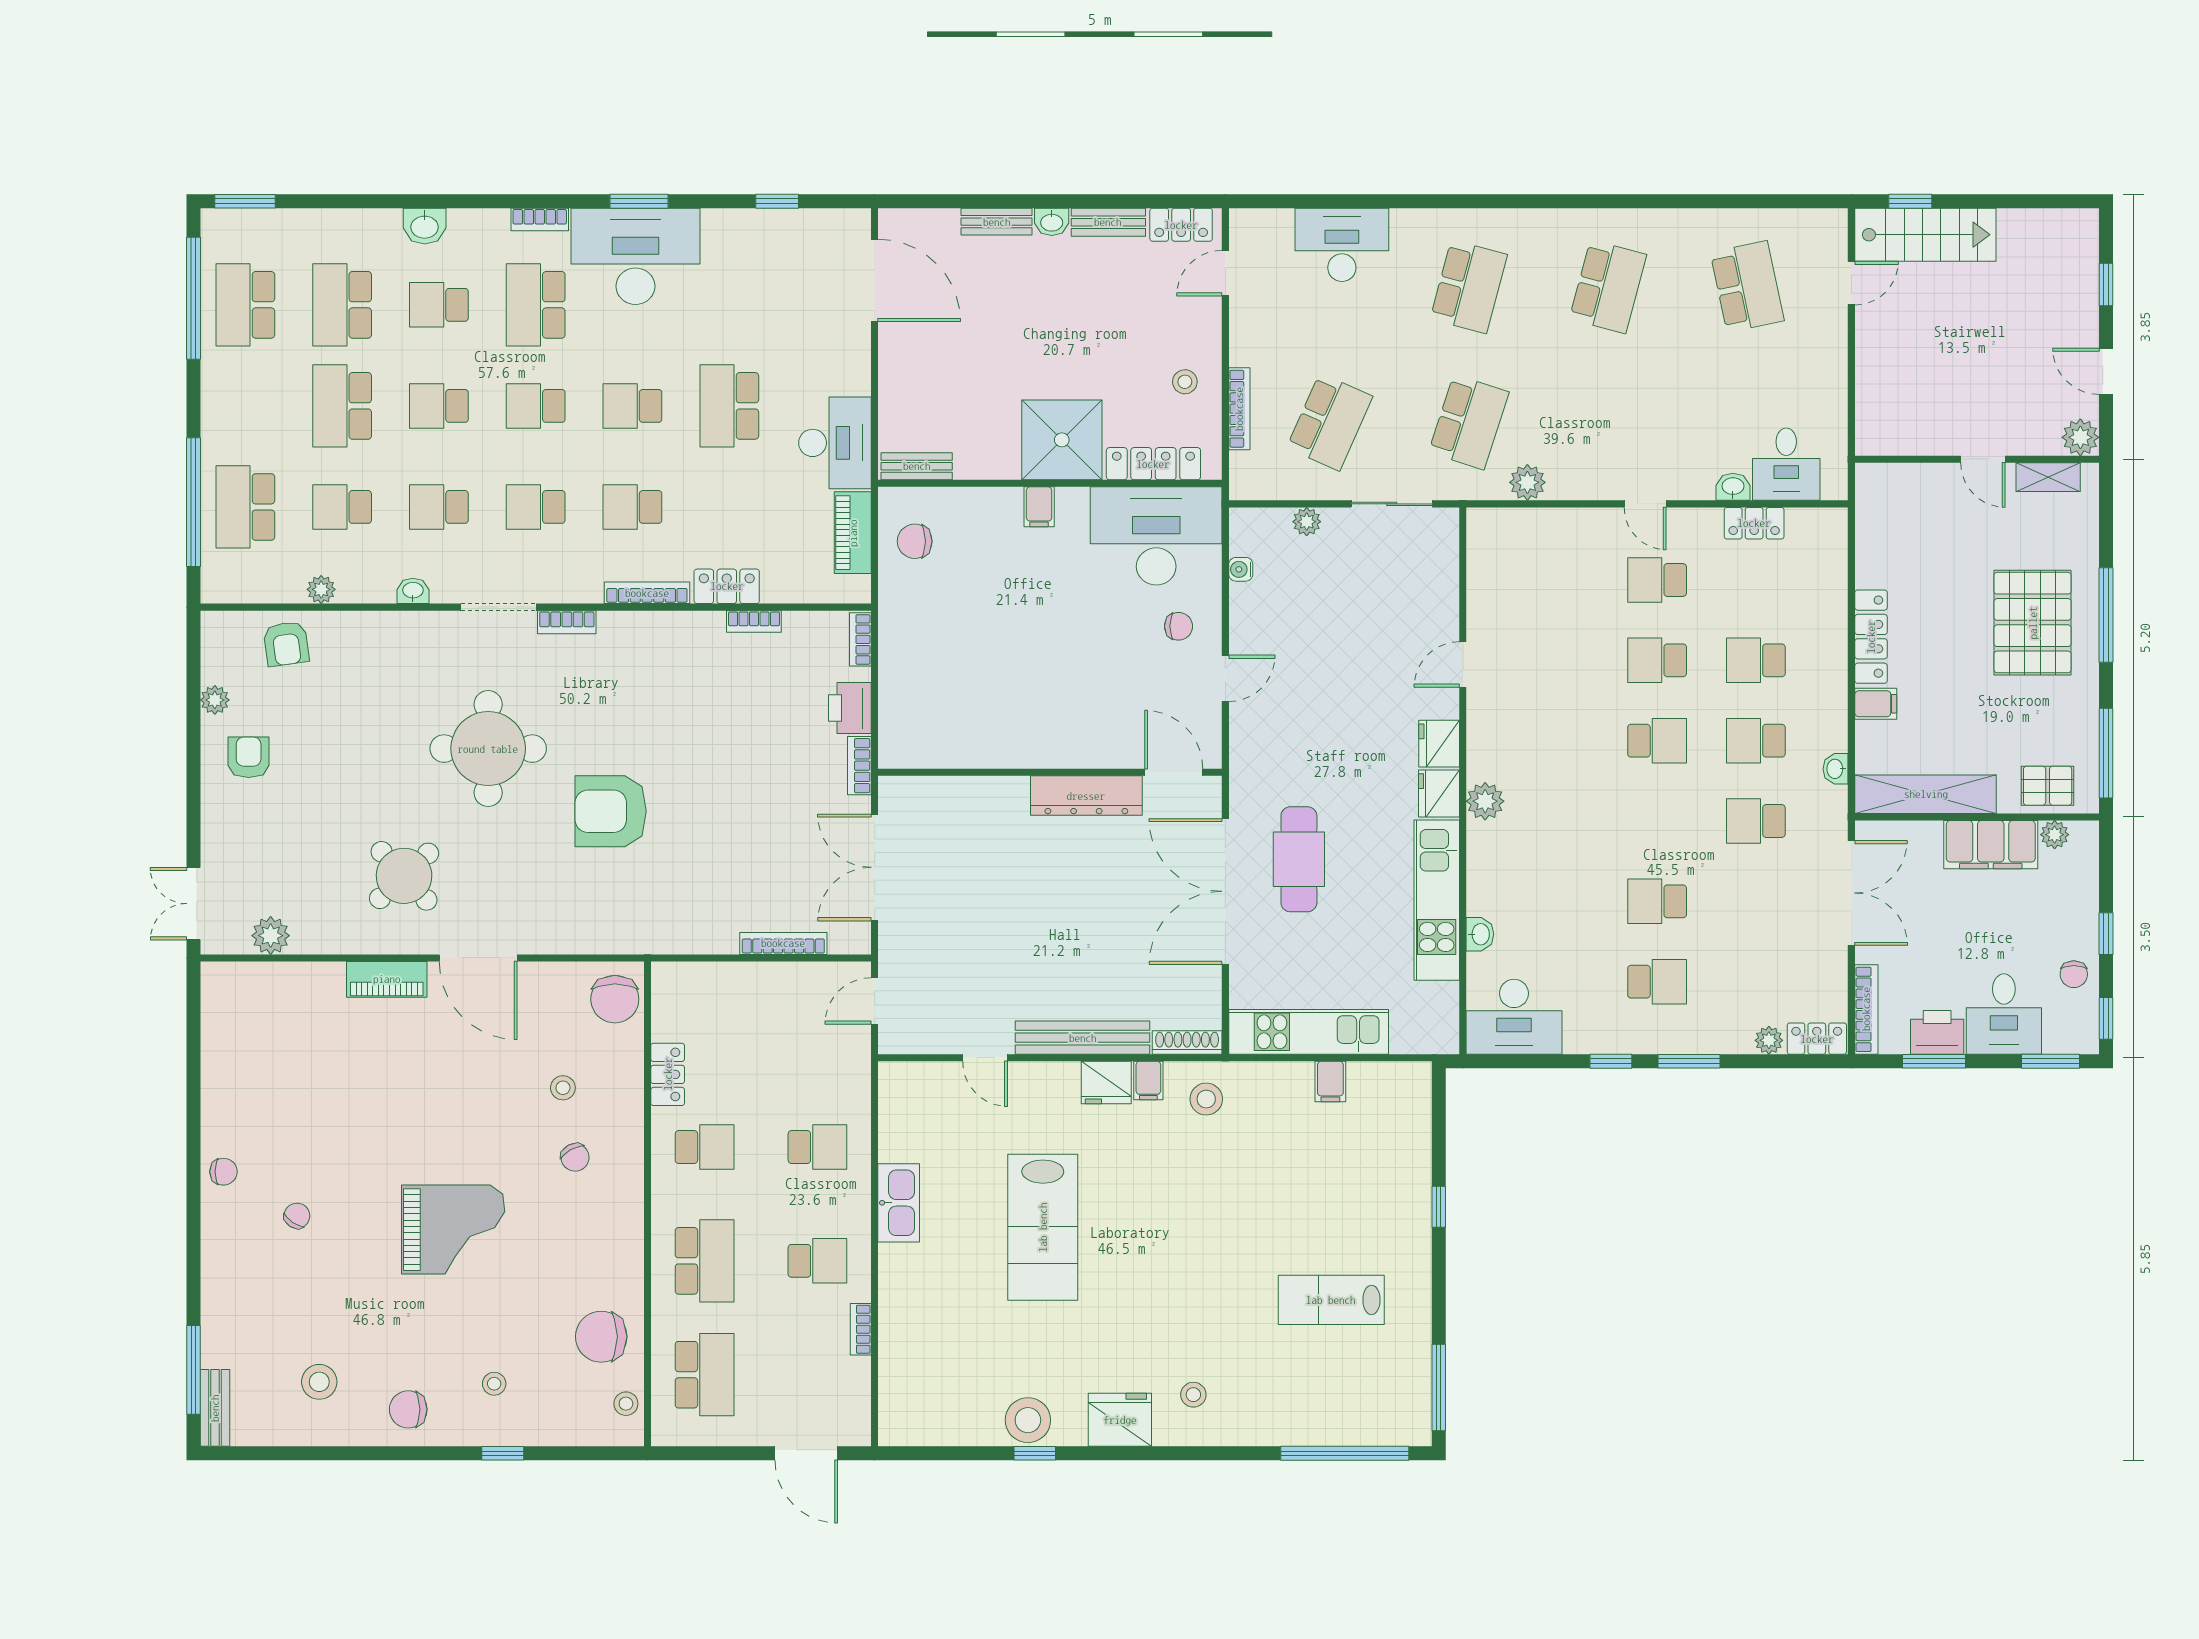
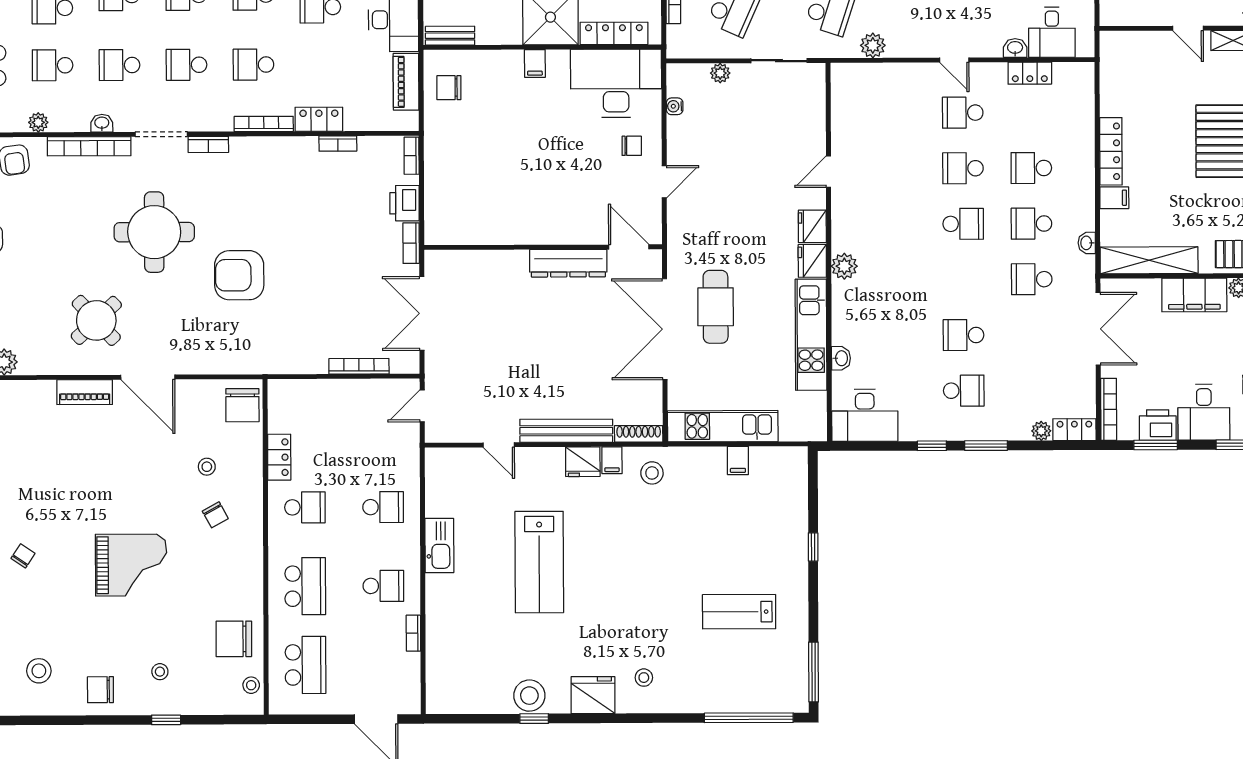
bookcase: (394, 624) -> (89, 146), added

